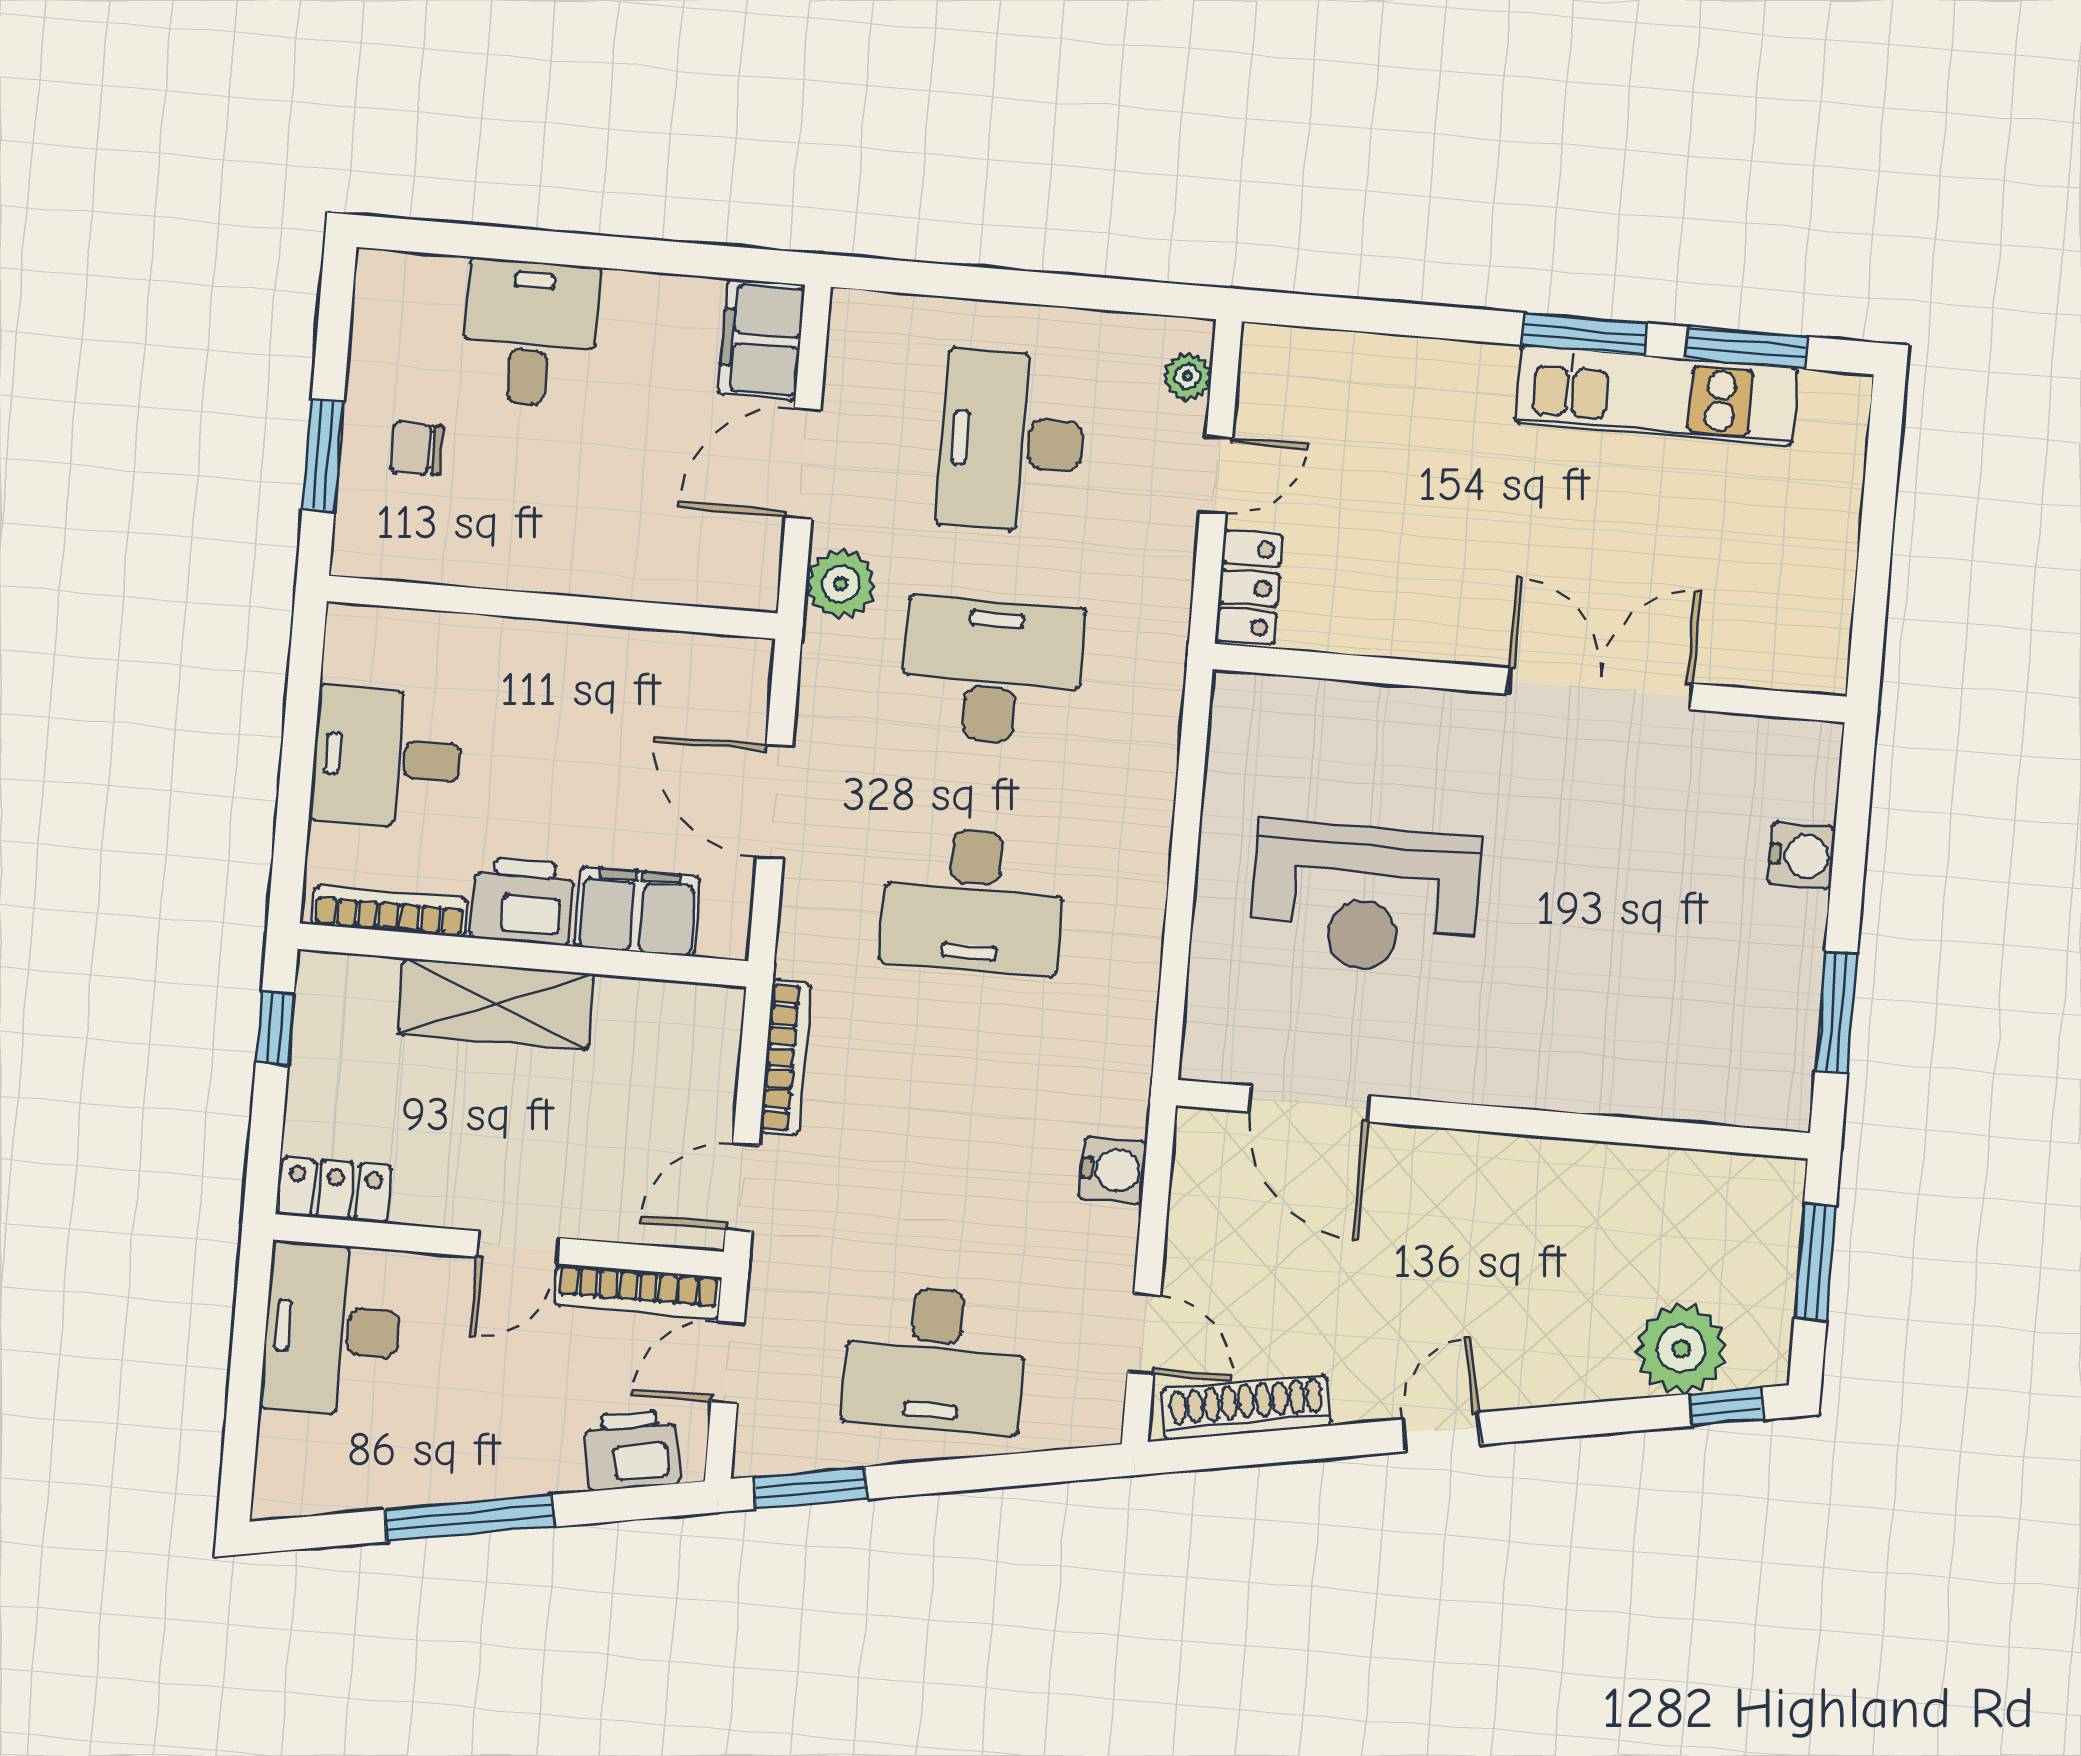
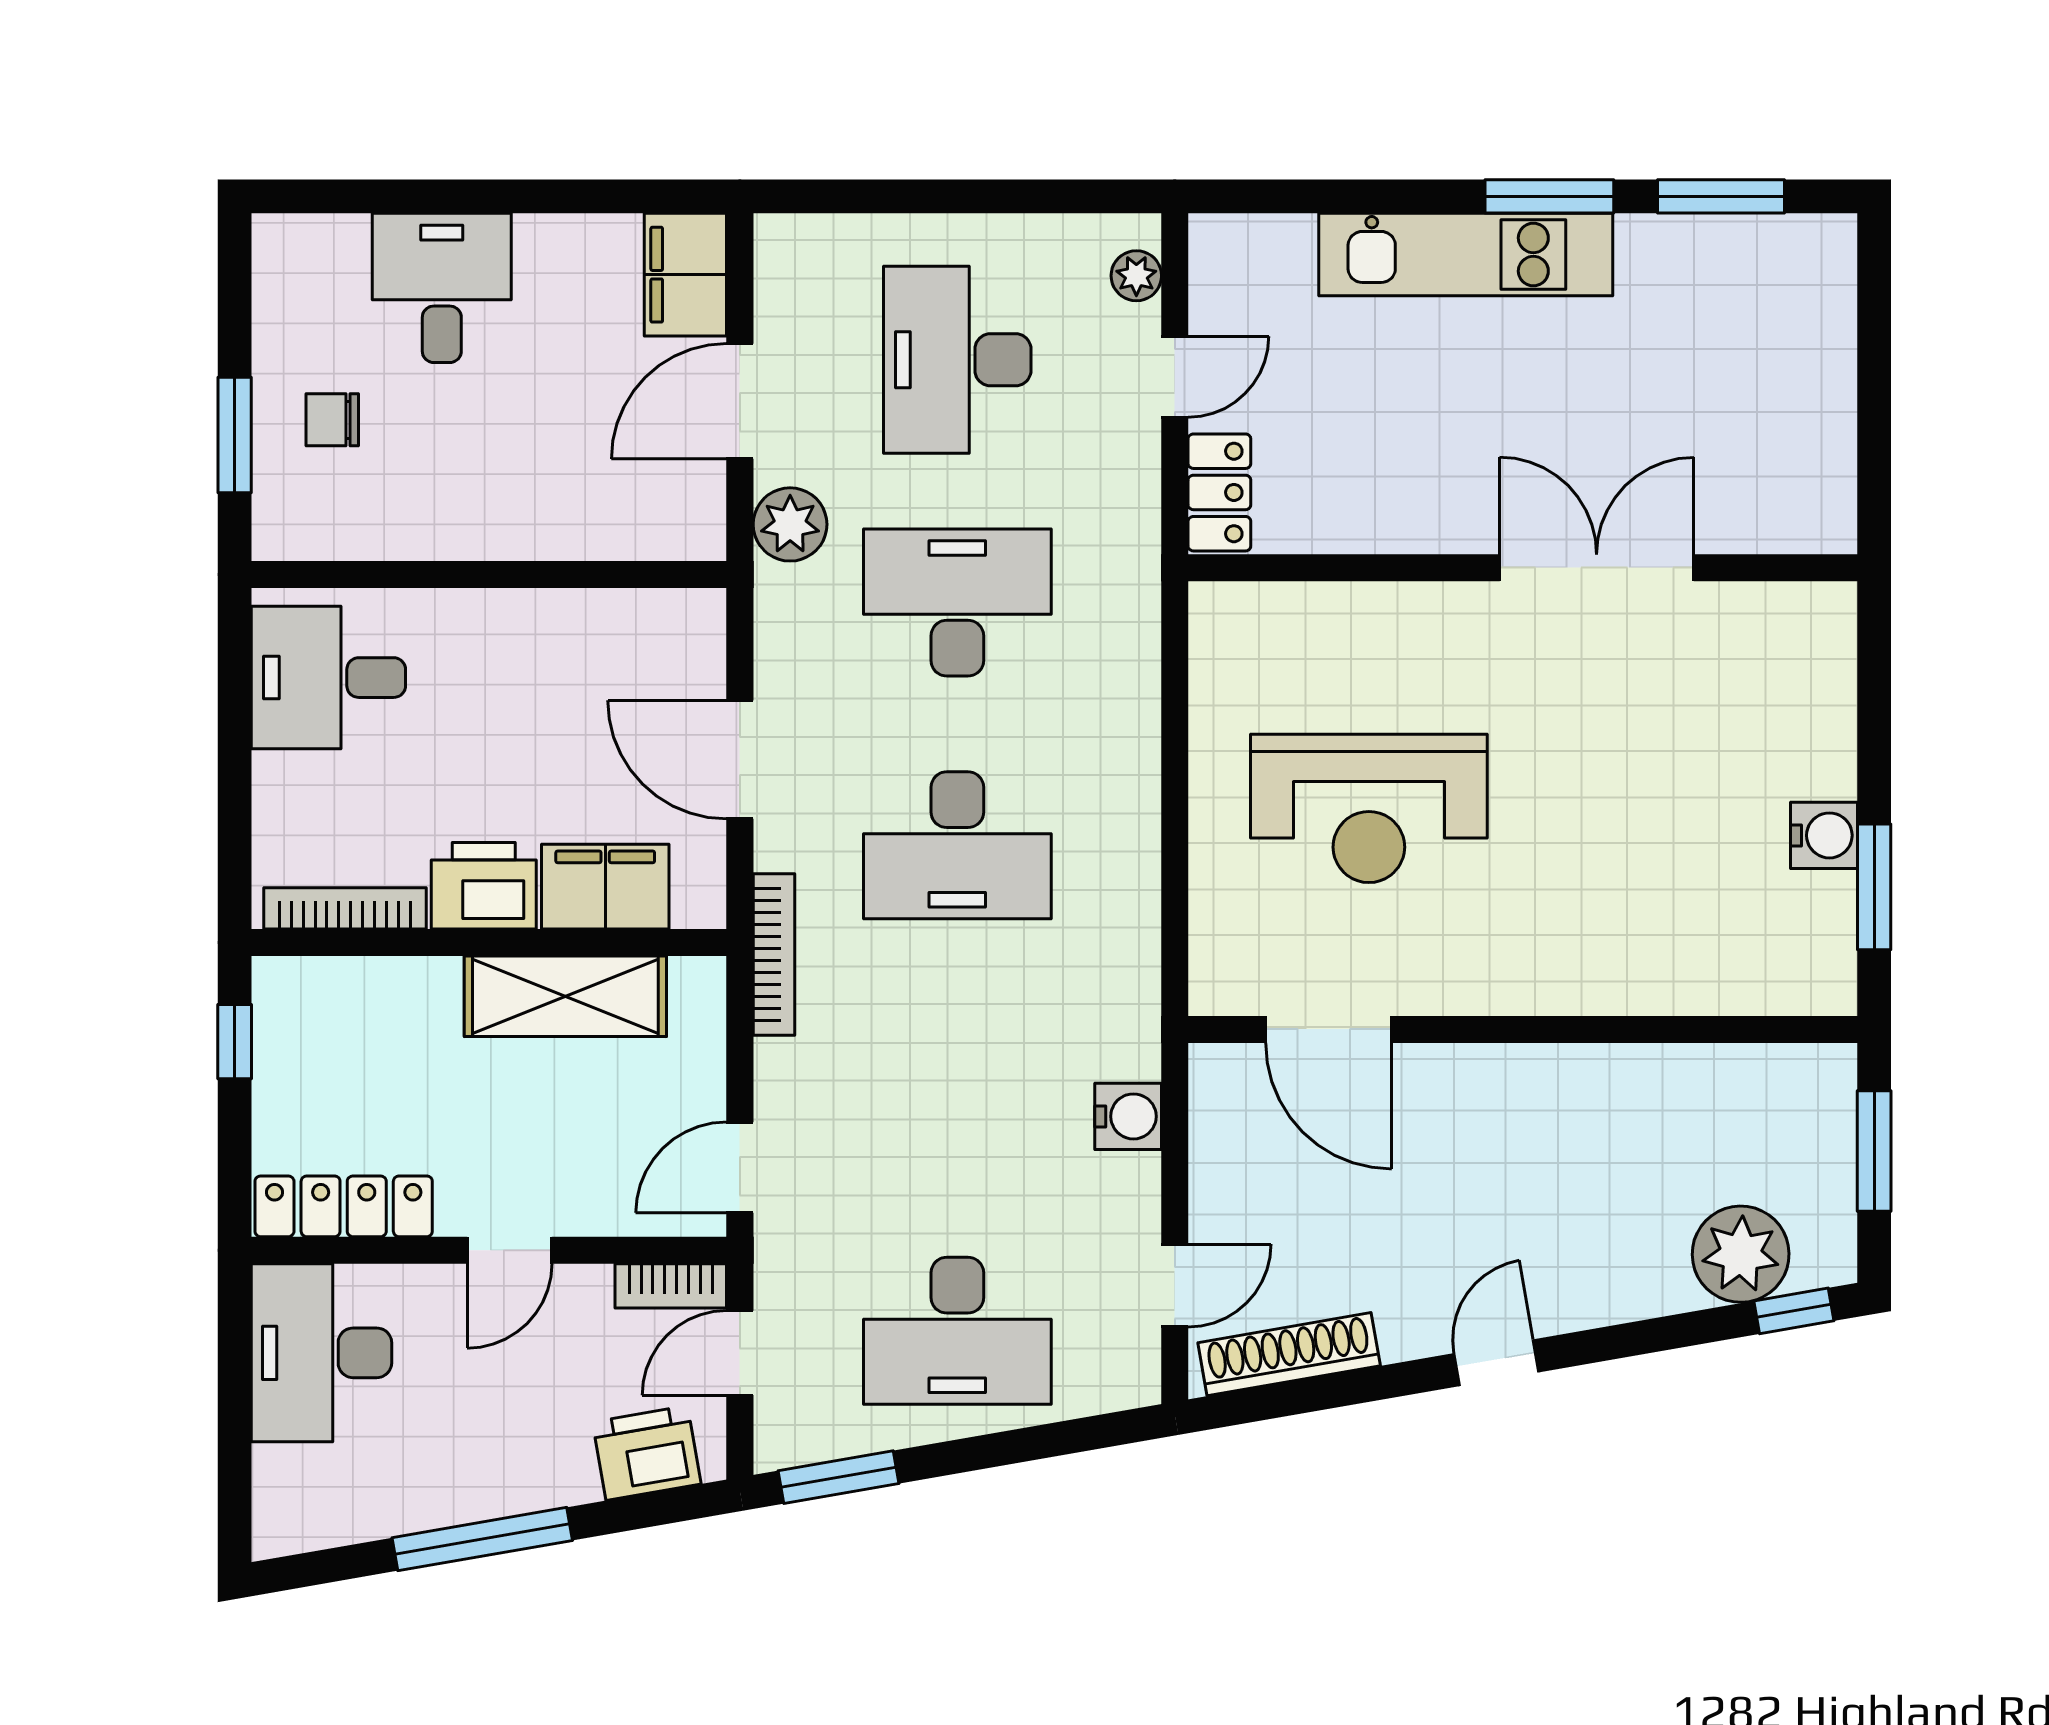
kitchen unit: (1657, 396) -> (1466, 254), moved
desk: (387, 758) -> (328, 678), moved
water cooler: (1802, 856) -> (1824, 835), moved
shelving: (496, 1004) -> (565, 996), moved
bookcase: (786, 1058) -> (774, 955), moved
locker: (335, 1190) -> (344, 1206), width x1.53
bookcase: (638, 1291) -> (671, 1286), width x0.64
door: (1144, 1334) -> (1175, 1286), hinge flipped

